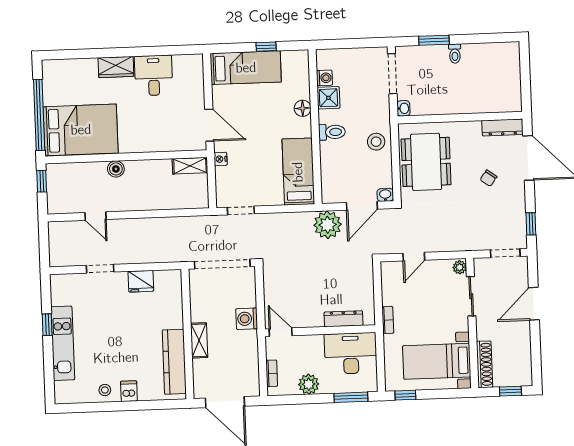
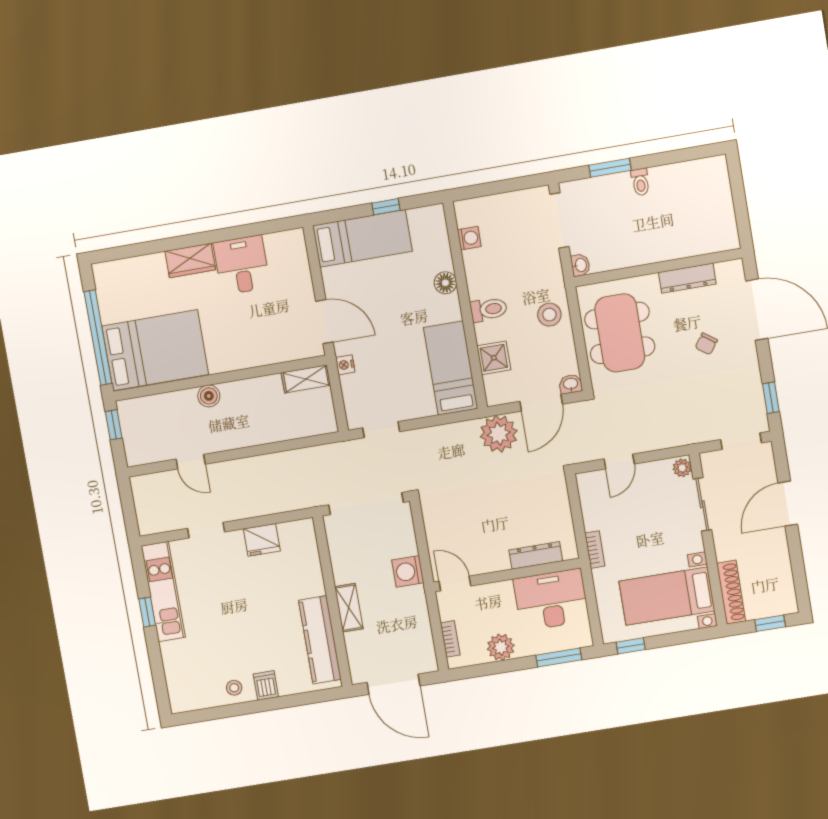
shower: (328, 98) -> (494, 358), moved
dresser: (502, 127) -> (687, 278), moved
kitchen unit: (63, 343) -> (163, 592), moved

